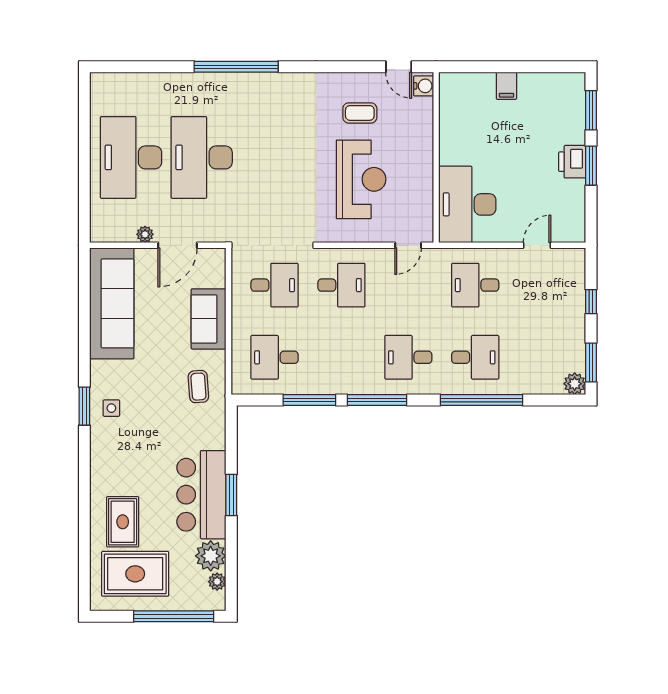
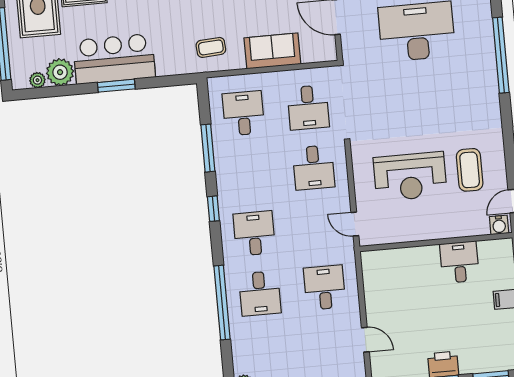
coffee table: (360, 113) -> (470, 170), width x1.36, depth x1.30
desk: (467, 204) -> (459, 262), moved, width x0.53, depth x0.77
window: (377, 400) -> (213, 209), width x0.46

